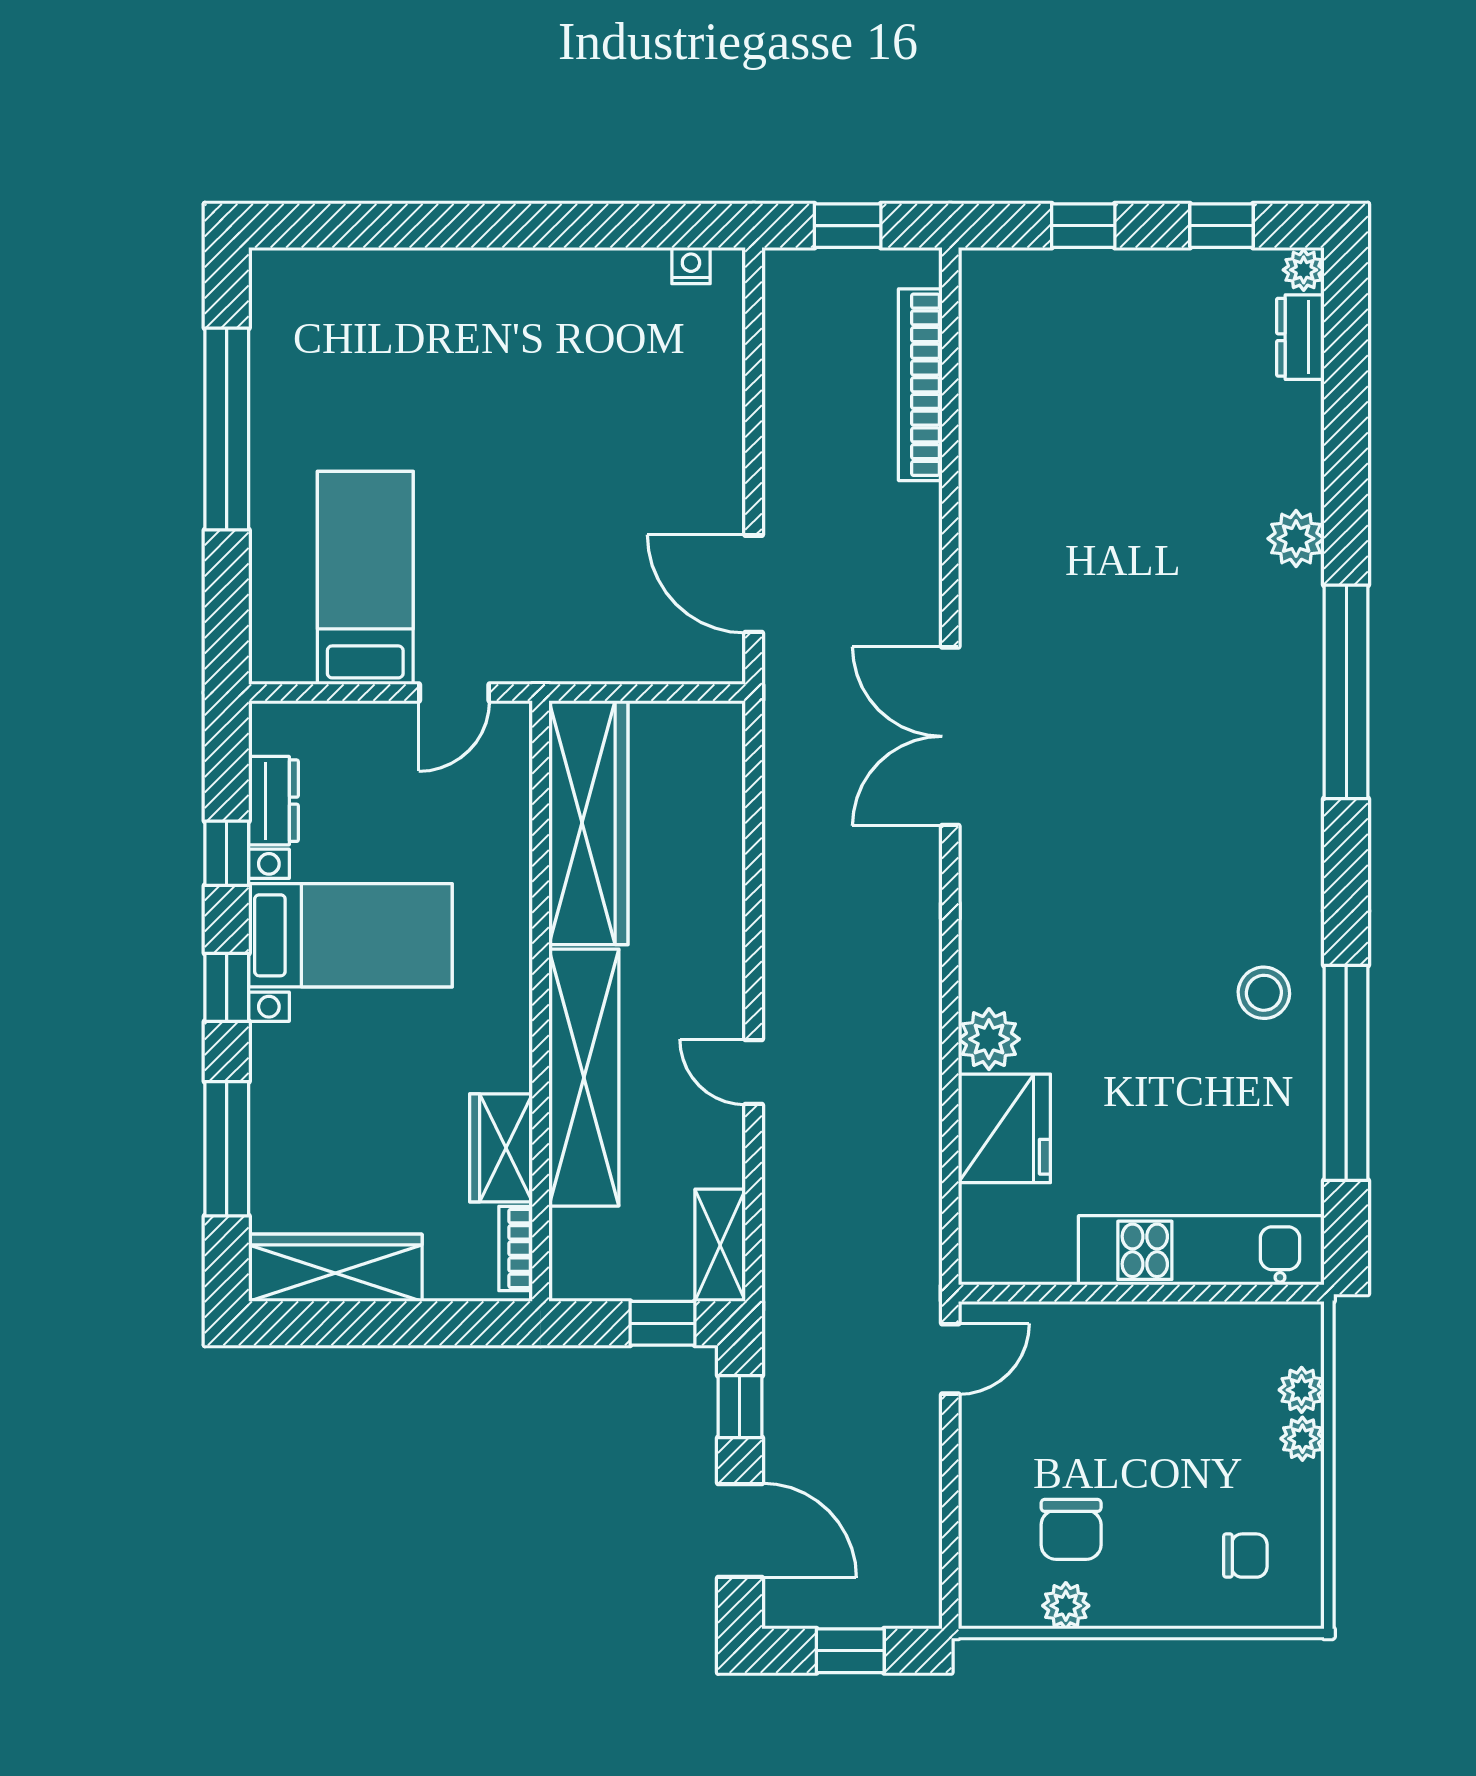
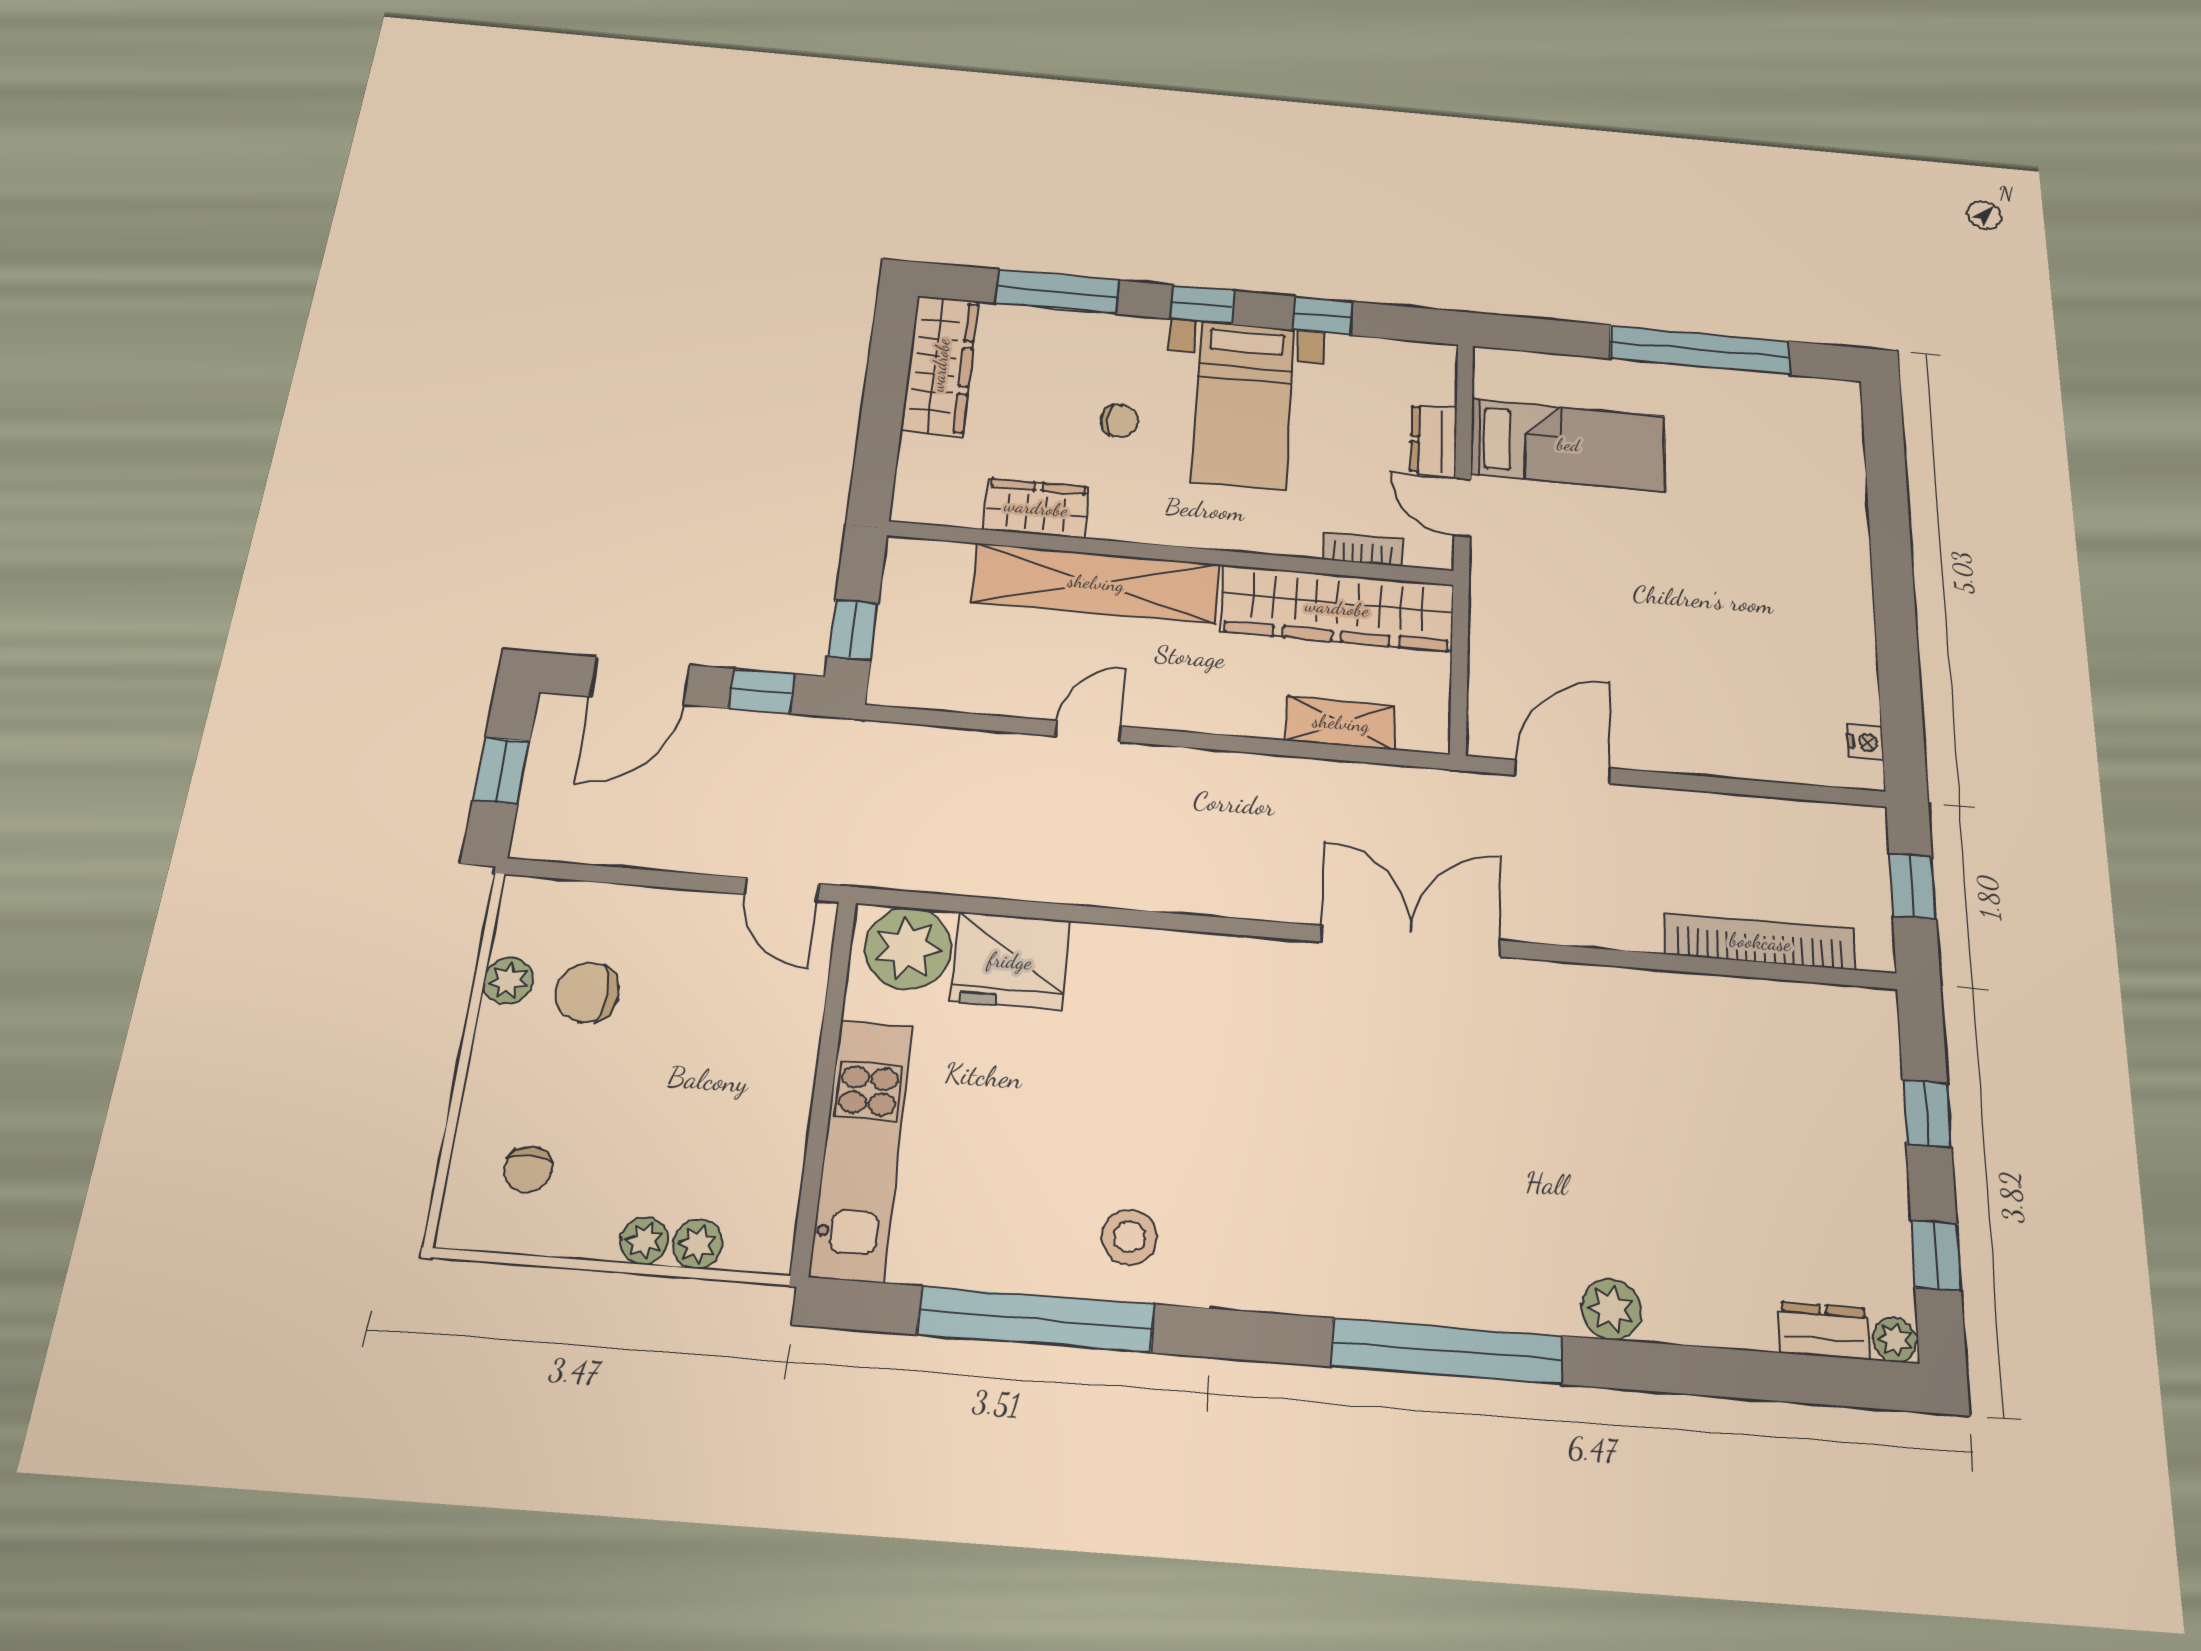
dresser: (273, 801) -> (1434, 440), moved, turned 90
plant: (989, 1039) -> (908, 948), moved, width x1.36, depth x1.36
chair: (385, 1068) -> (1120, 421), added
shelving: (720, 1245) -> (1341, 723), moved
bookcase: (516, 1248) -> (1363, 549), moved

